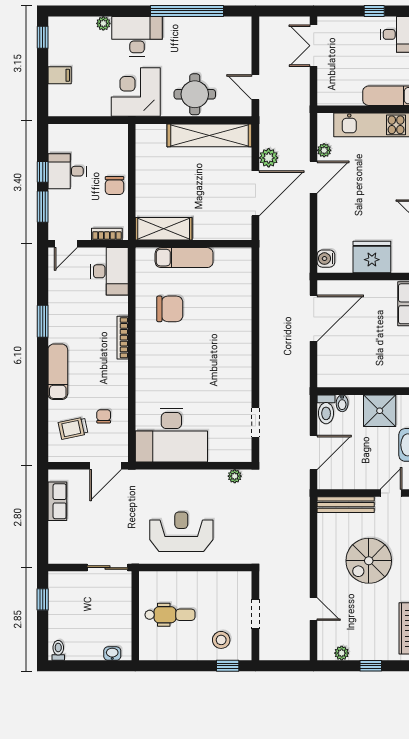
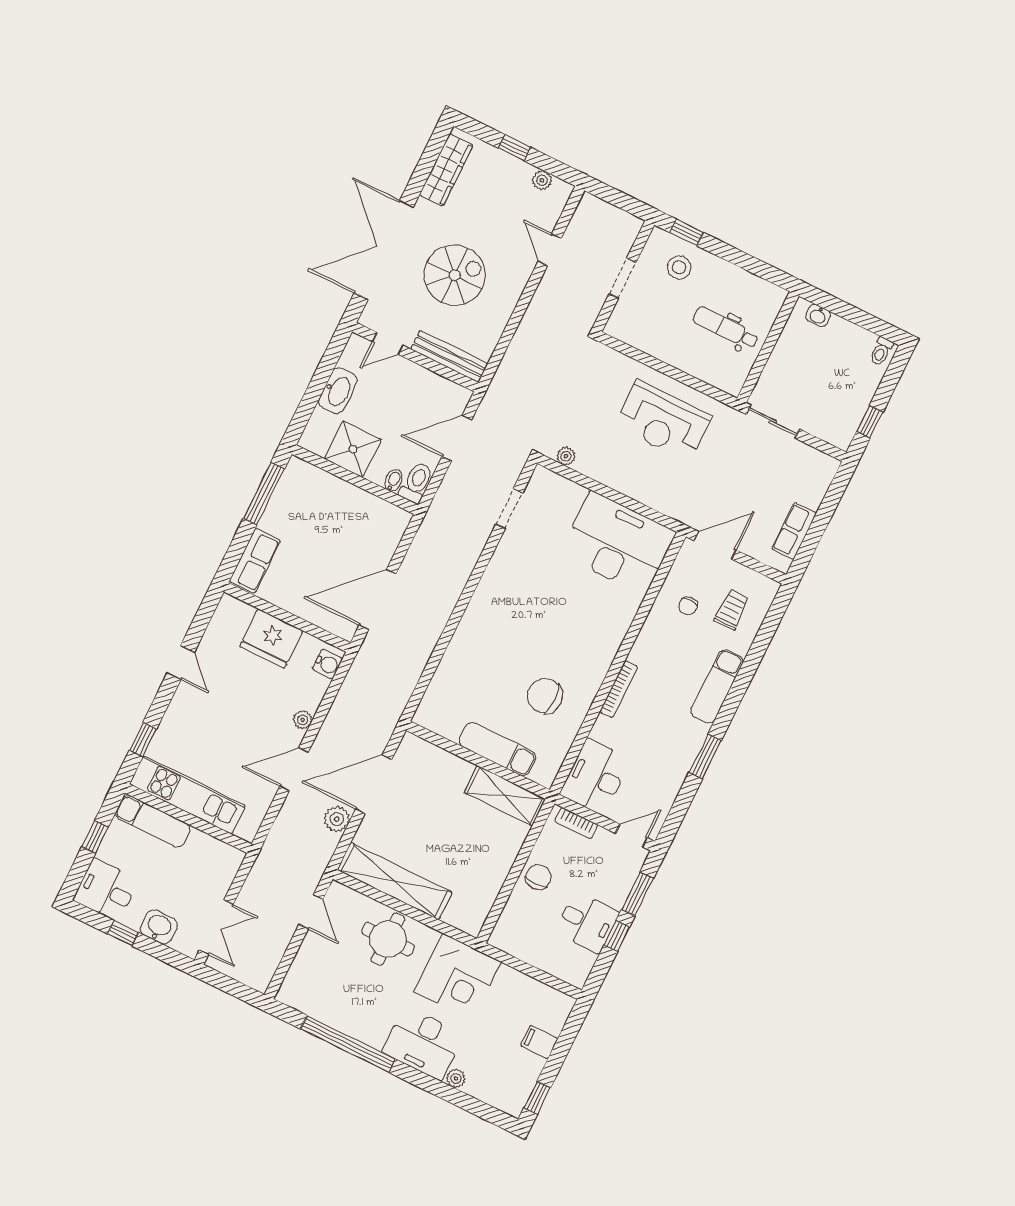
washbasin: (352, 27) -> (159, 927), added
plant: (324, 150) -> (303, 720), moved
trolley: (73, 428) -> (732, 610), turned -78

